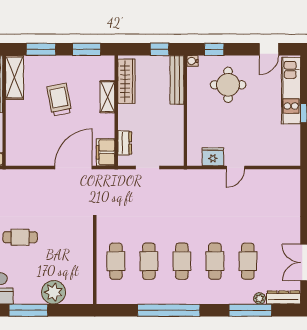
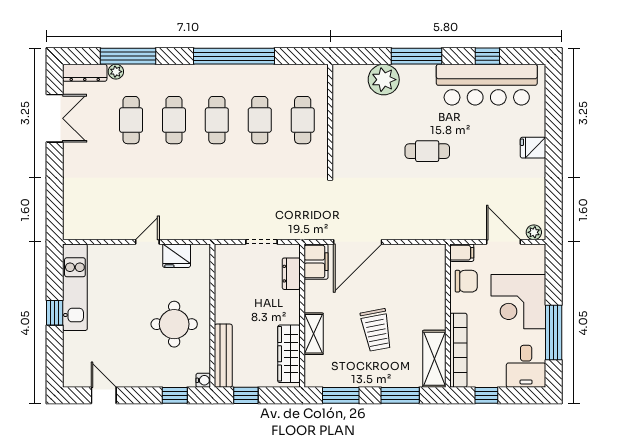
door: (269, 49) -> (104, 395), hinge flipped
round table: (228, 85) -> (174, 324), moved
kitchen unit: (291, 91) -> (75, 287), moved

